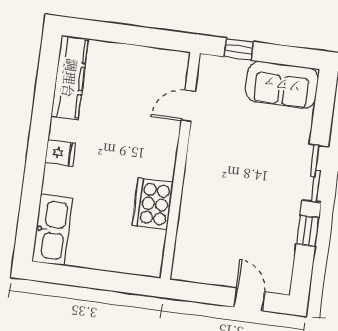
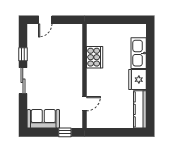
fridge: (60, 153) -> (137, 80), width x1.88, depth x1.34
kitchen sink: (52, 230) -> (139, 53), moved
door: (249, 299) -> (45, 20), hinge flipped

